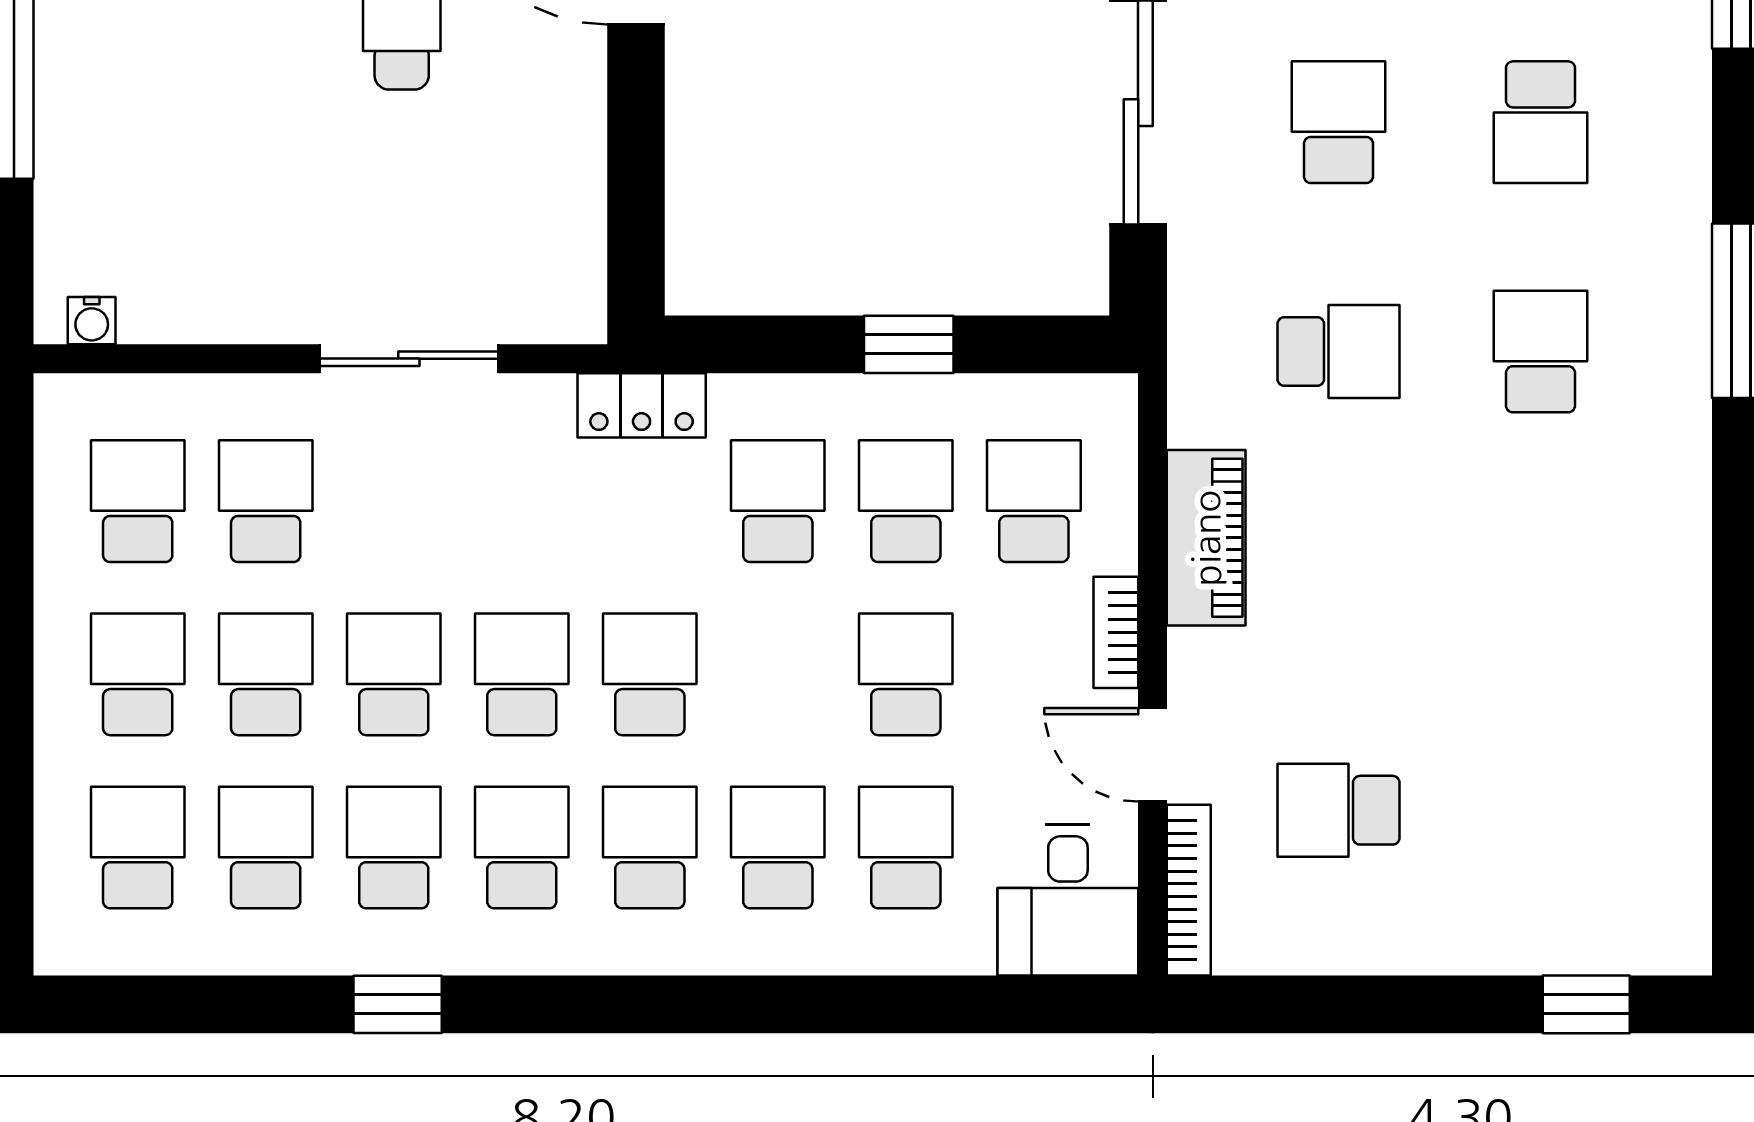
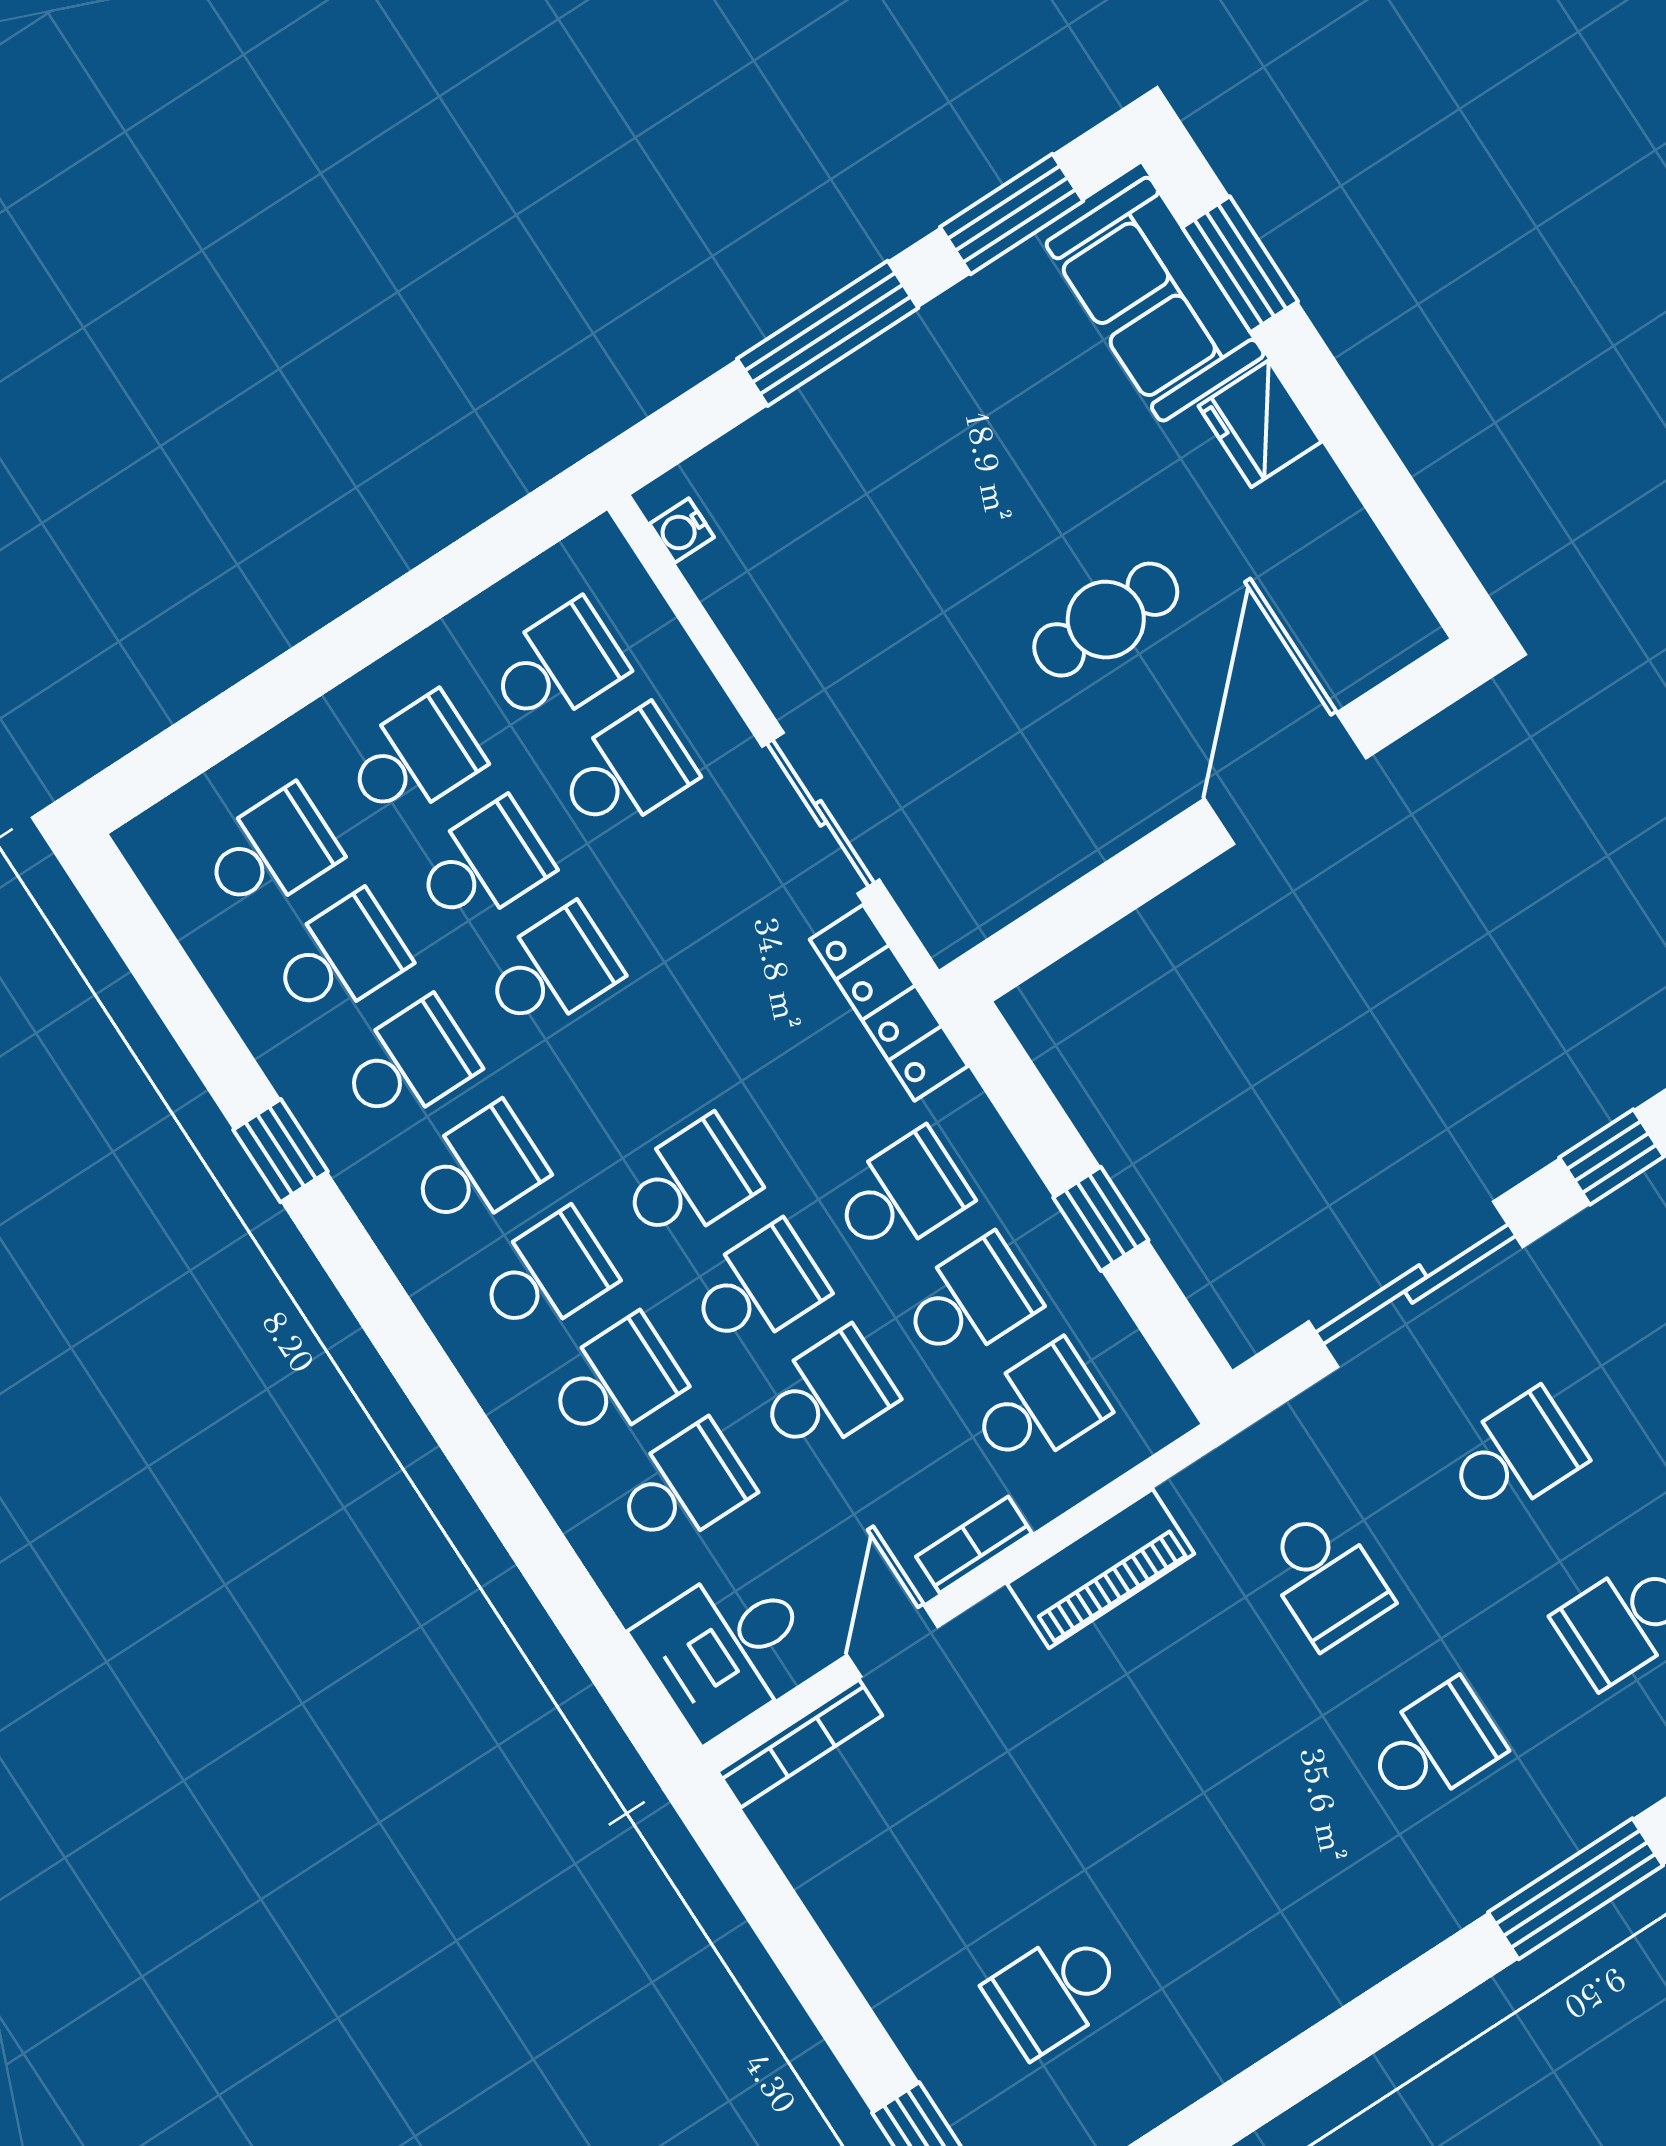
locker: (642, 405) -> (889, 1003), width x1.53
school desk: (522, 674) -> (758, 1288), moved
school desk: (1339, 810) -> (1055, 1991), moved, turned -90

